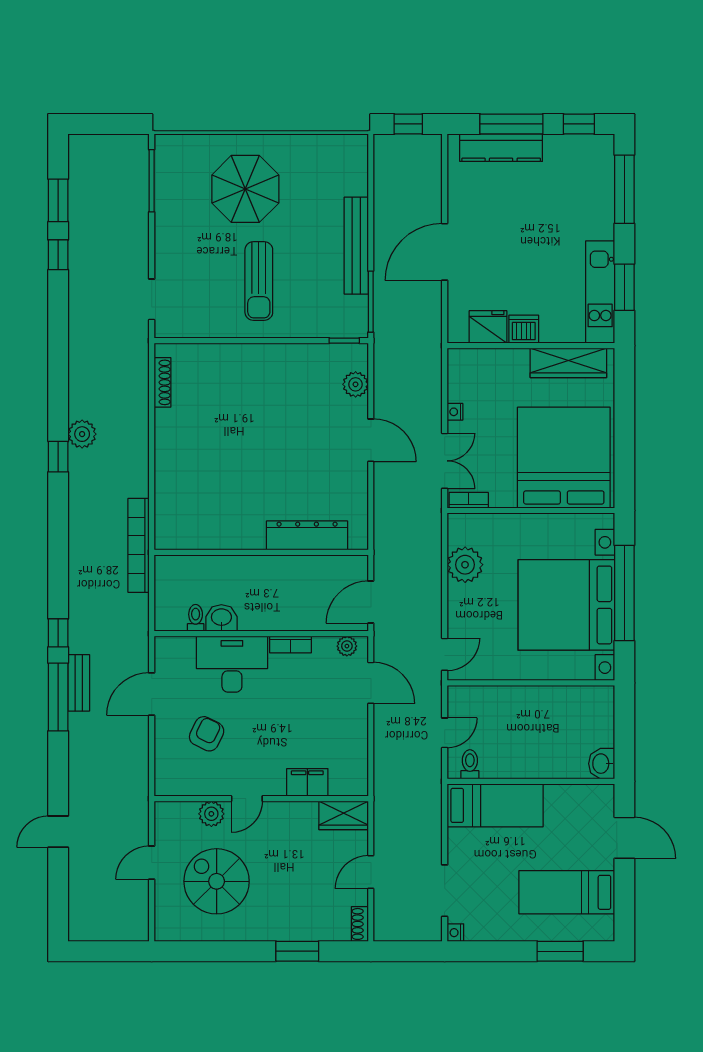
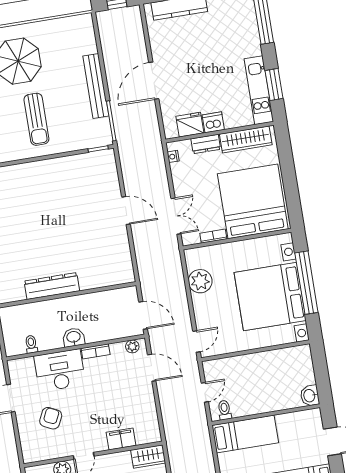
dresser: (507, 360) -> (206, 144), added
plant: (356, 384) -> (110, 176), removed
nightstand: (455, 412) -> (173, 156), moved
bookcase: (469, 500) -> (213, 236), moved
dresser: (307, 535) -> (52, 286), moved
door: (371, 602) -> (143, 315), swing flipped
washbasin: (221, 618) -> (74, 337), moved

